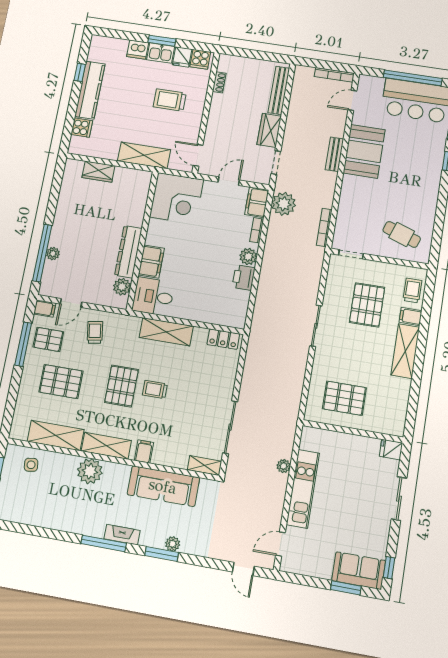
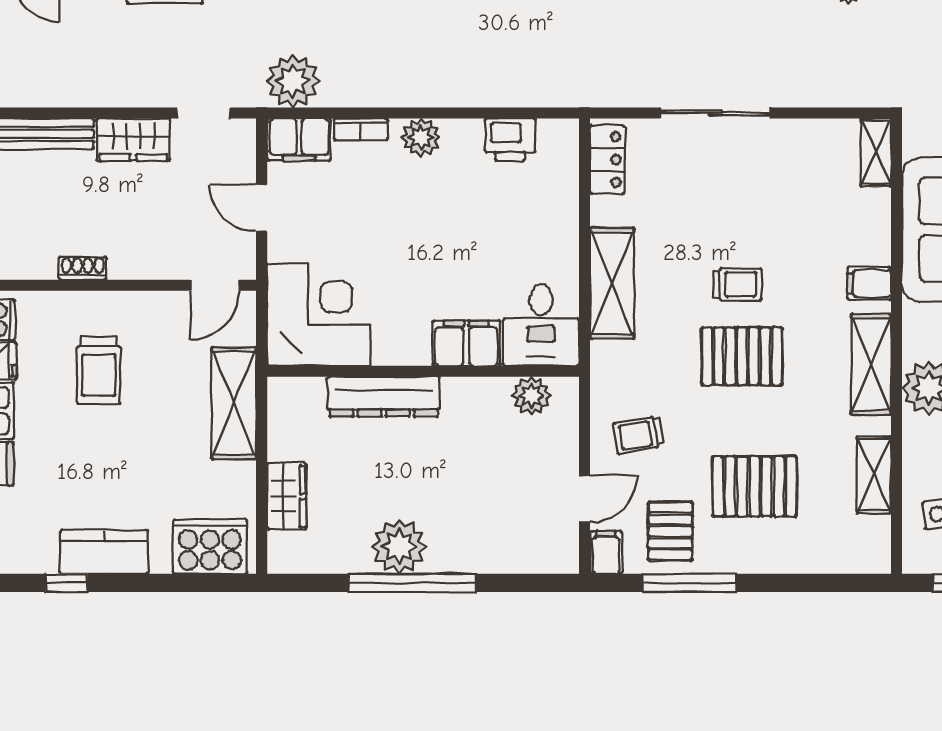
shoe rack: (219, 82) -> (83, 268), moved
kitchen counter: (90, 90) -> (104, 552), width x0.67
cooker: (82, 128) -> (210, 547), width x1.87, depth x1.31
dresser: (128, 252) -> (384, 397), moved
window: (42, 253) -> (412, 583), moved
plant: (53, 254) -> (399, 547), moved, width x1.88, depth x1.88
printer: (244, 278) -> (510, 139), moved
door: (71, 303) -> (584, 499), hinge flipped
pallet: (61, 382) -> (755, 486), turned 90
trolley: (155, 389) -> (737, 284), turned -90
sliding door: (230, 427) -> (716, 113), moved
shelving: (56, 435) -> (874, 475), width x0.67, depth x0.75

